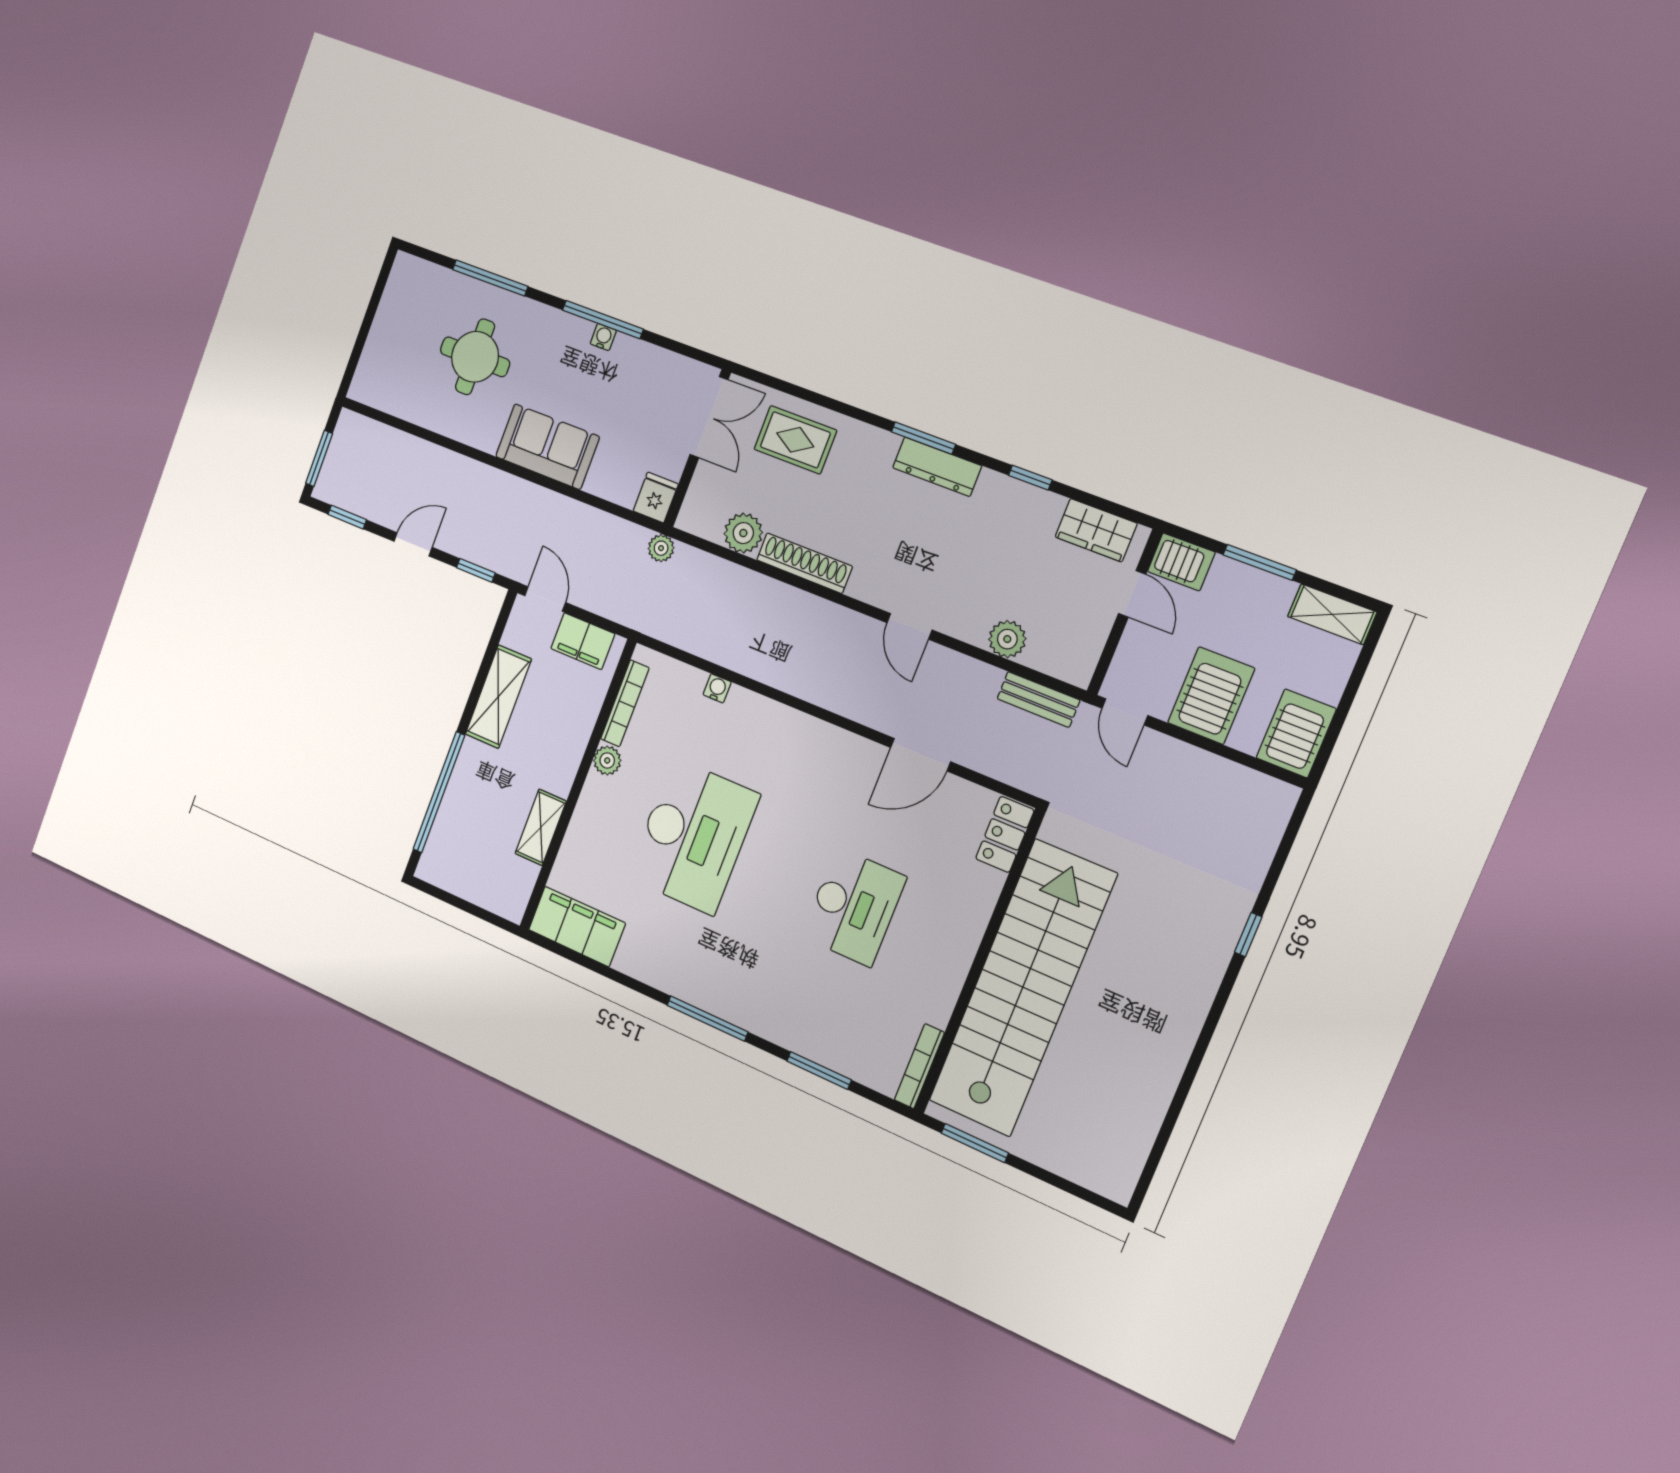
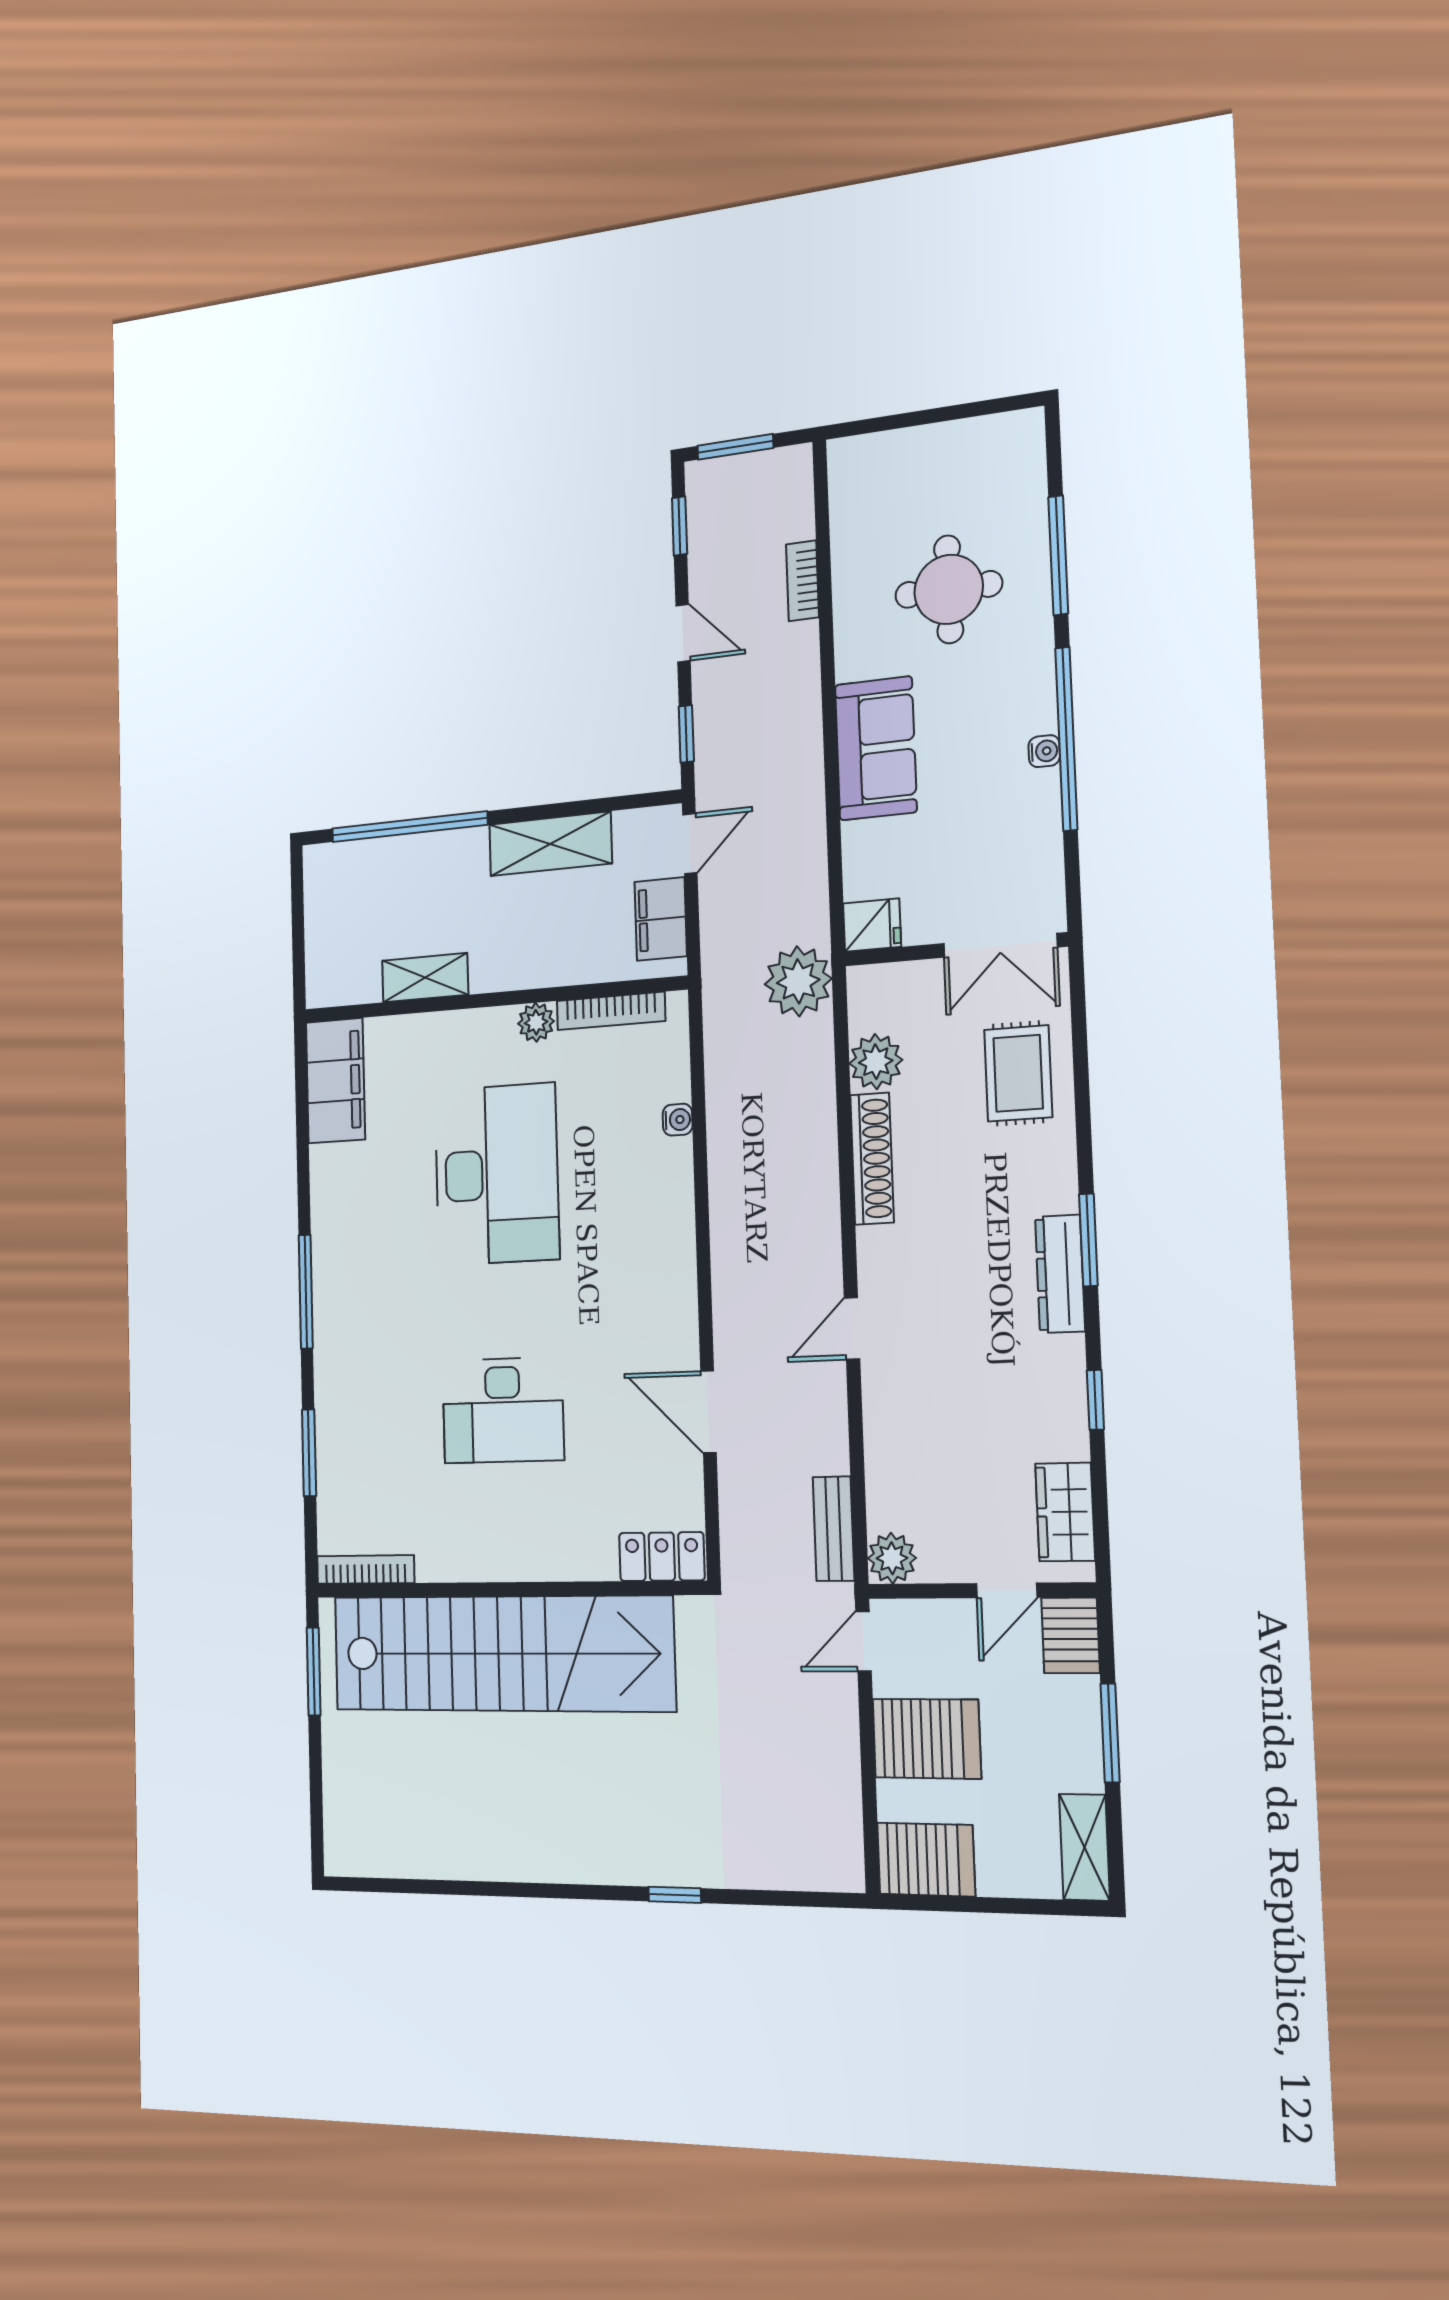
window: (603, 320) -> (1066, 739), width x1.46
bookcase: (422, 450) -> (803, 581), added
plant: (661, 548) -> (798, 981), width x1.87, depth x1.87
plant: (1007, 639) -> (892, 1558), moved
desk: (693, 836) -> (497, 1174), turned -90

